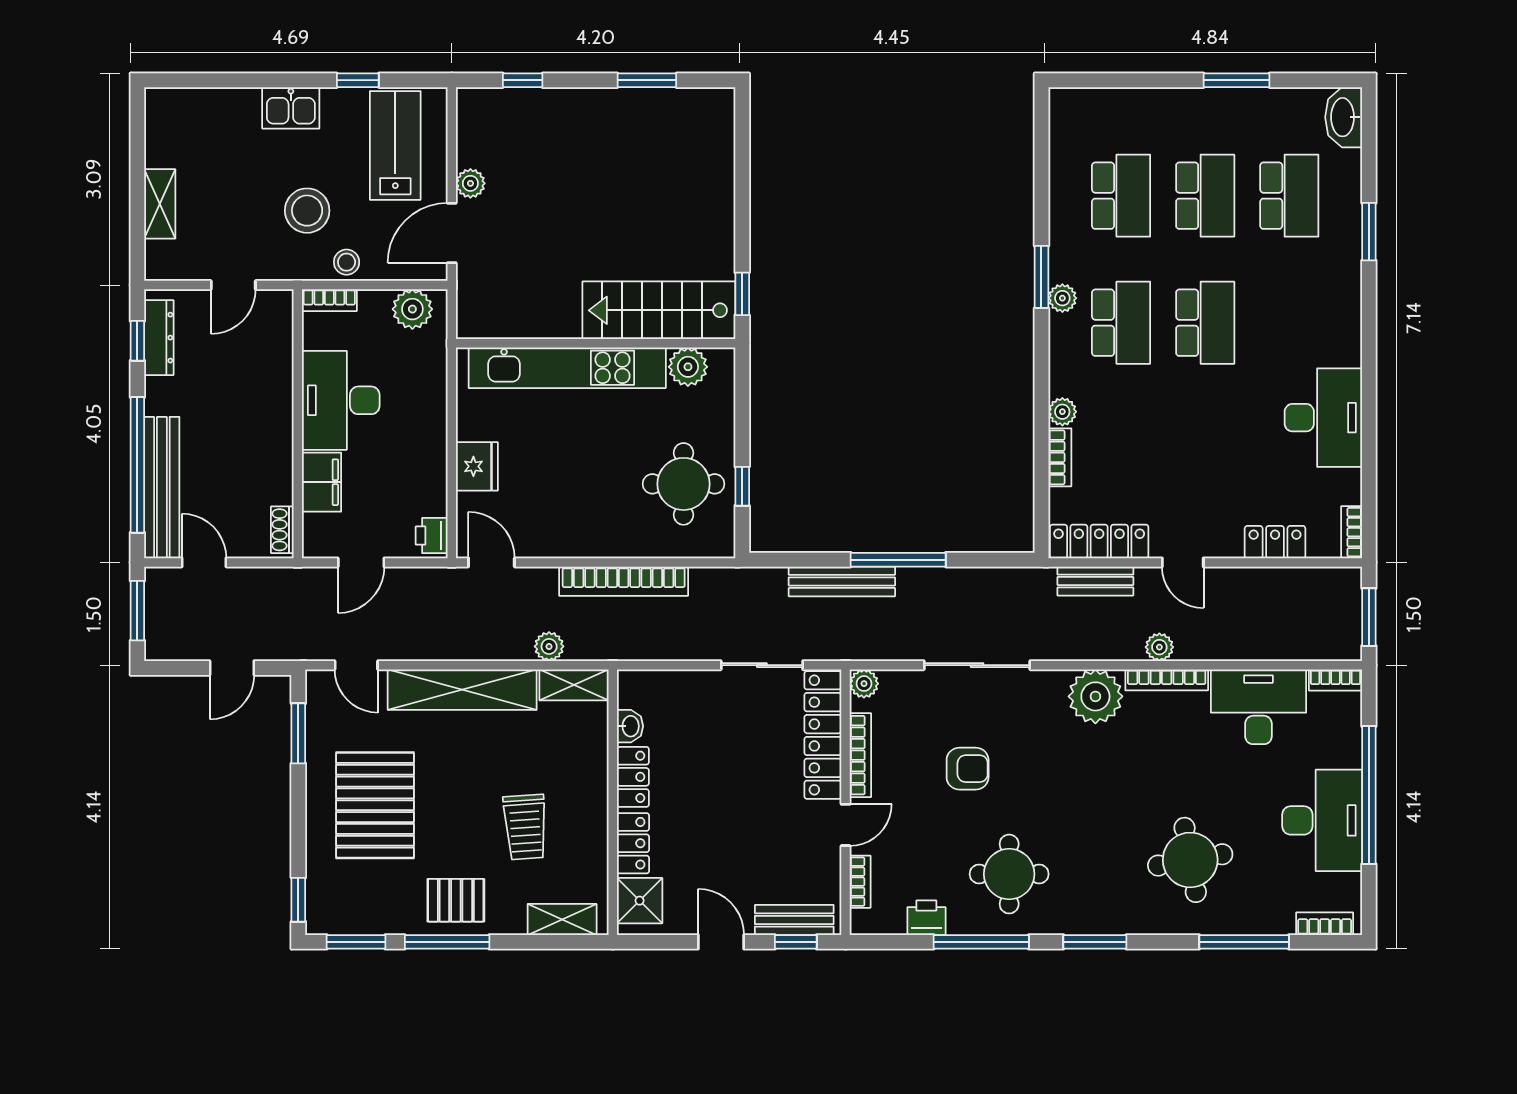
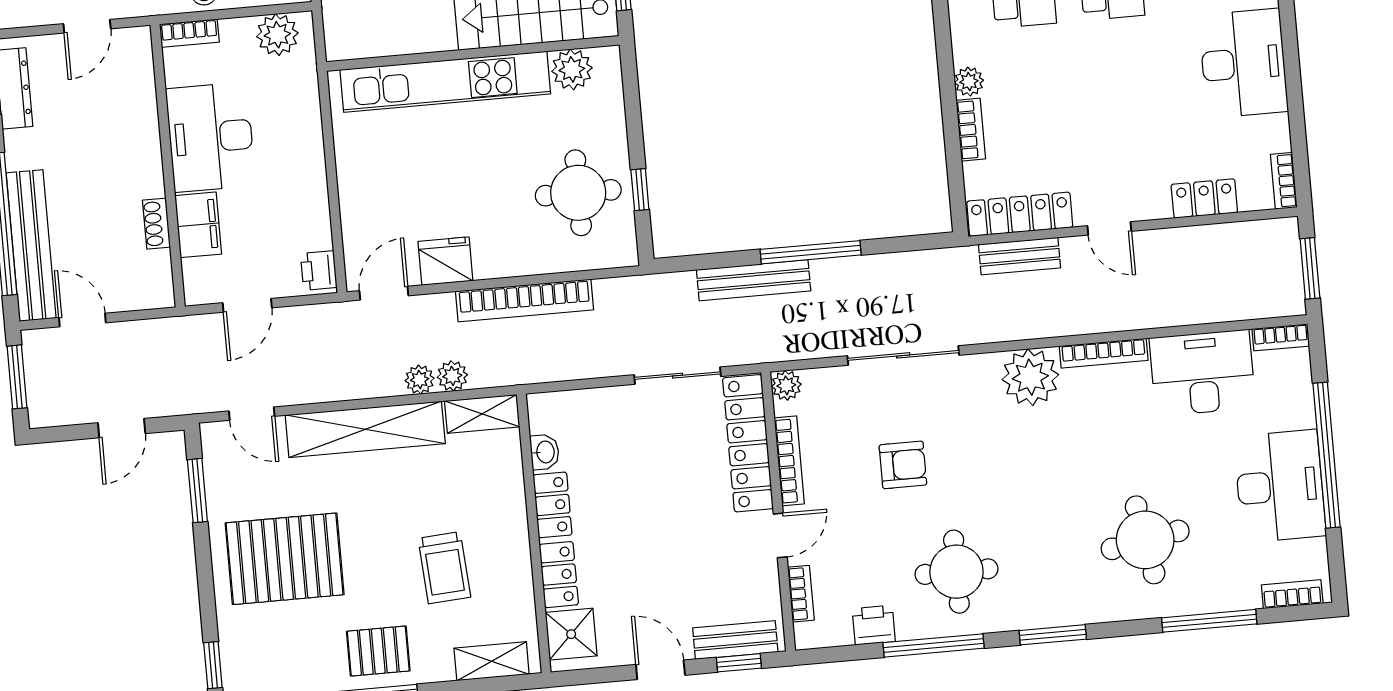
fridge: (477, 466) -> (445, 261), moved, turned -90
shoe rack: (282, 530) -> (157, 224), moved
door: (491, 562) -> (384, 293), hinge flipped
plant: (1159, 647) -> (420, 380), moved
pallet: (375, 805) -> (285, 559), turned 90

